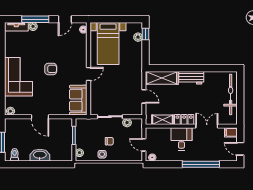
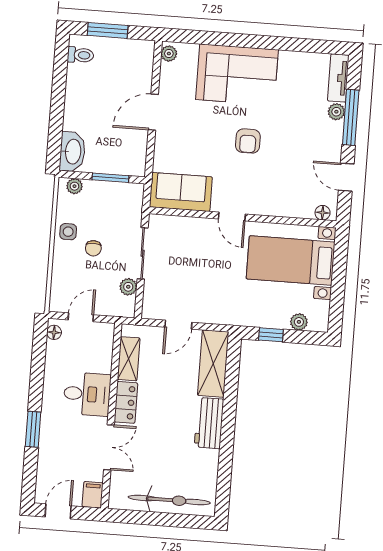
window: (145, 34) -> (271, 335), moved
washbasin: (40, 155) -> (72, 152), moved
window: (201, 164) -> (33, 429), width x0.47

